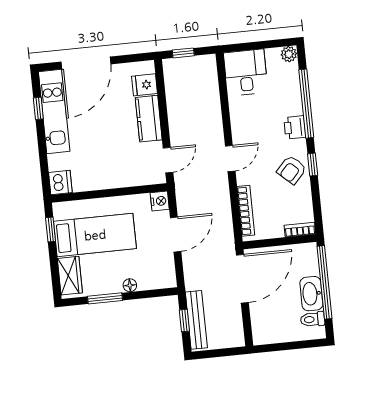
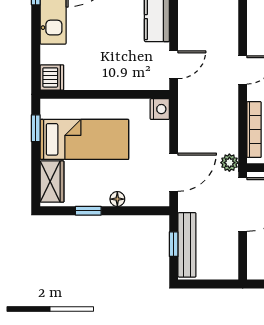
door: (176, 234) -> (174, 172), moved
plant: (227, 243) -> (229, 163), added
window: (105, 298) -> (88, 211), width x0.67

